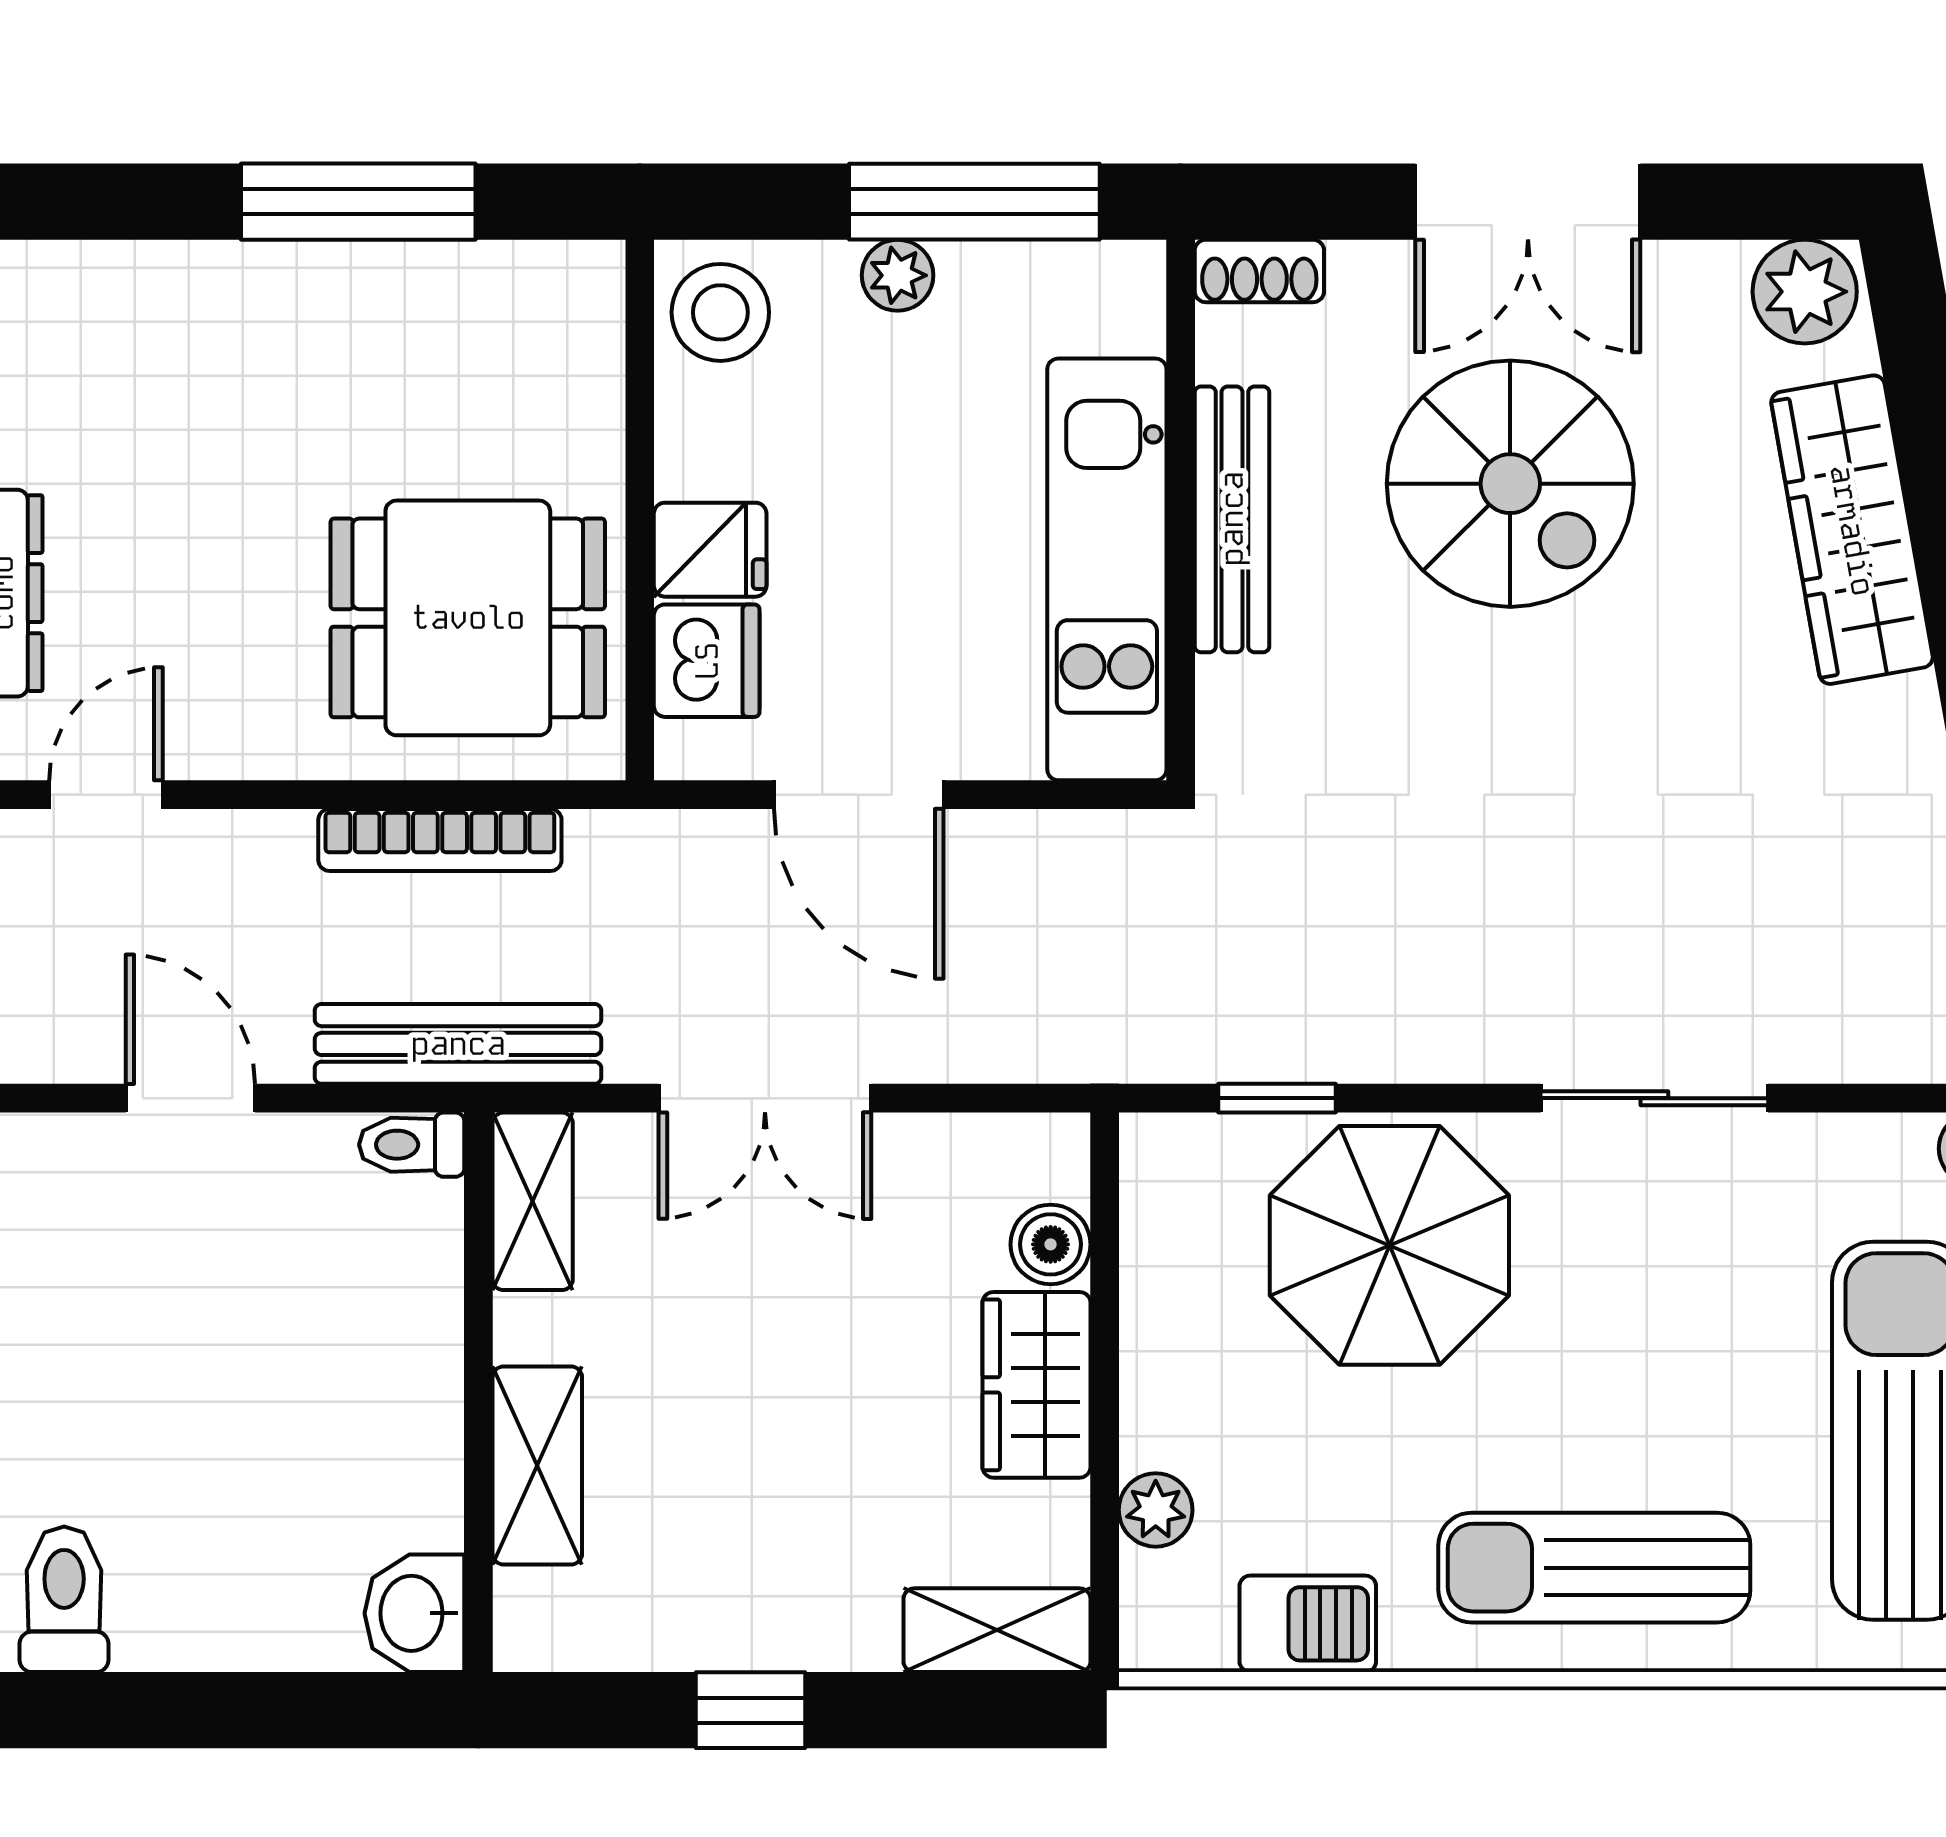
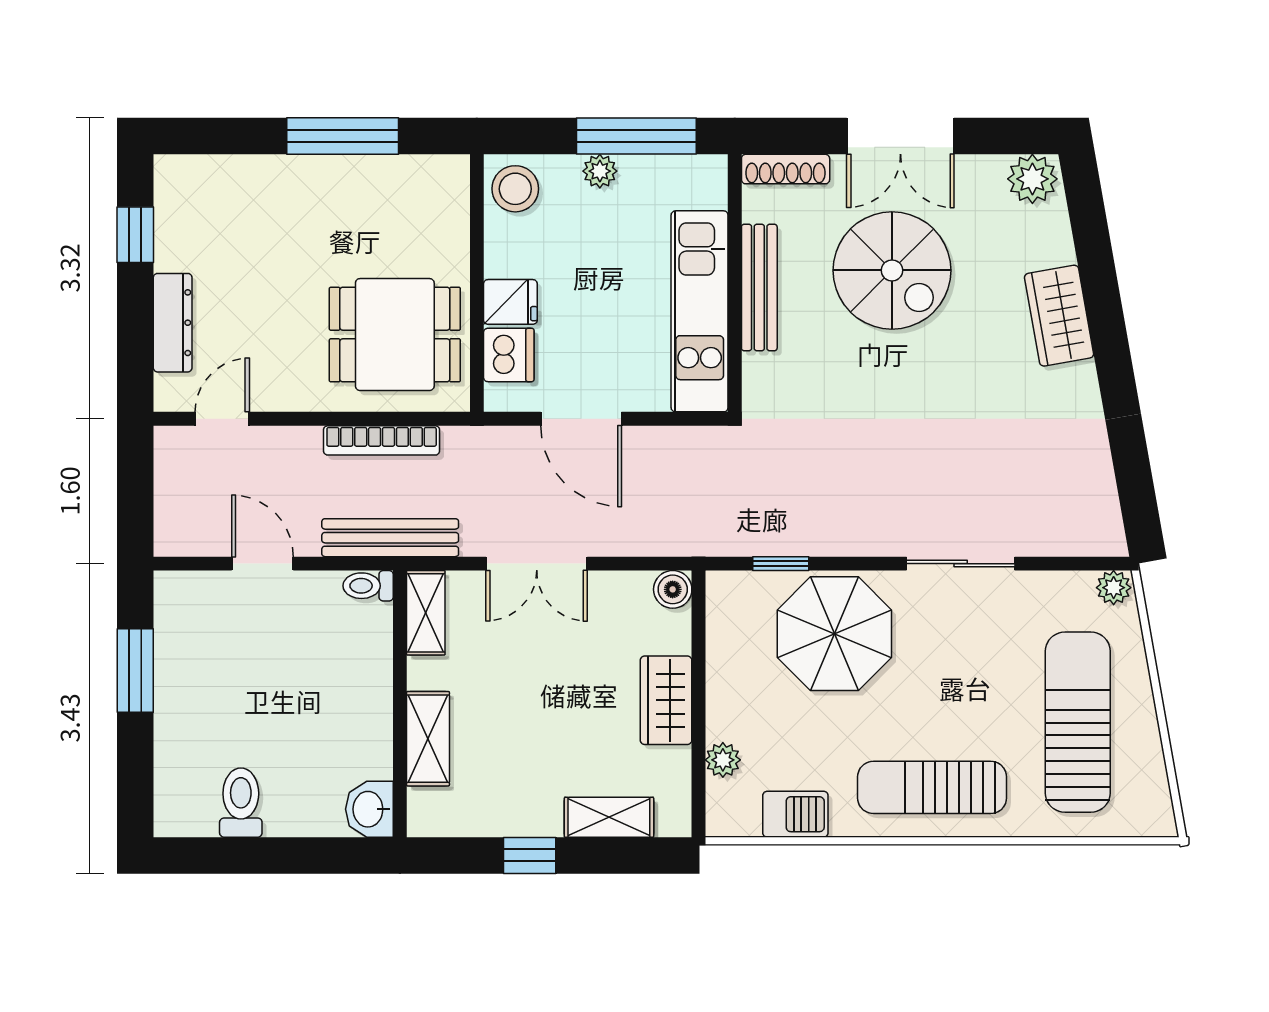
shoe rack: (1259, 271) -> (786, 169), width x1.43
wardrobe: (1852, 530) -> (1059, 316), width x0.67
boiler: (1051, 1244) -> (673, 589), moved
toilet: (64, 1599) -> (241, 803), moved
shelving: (997, 1630) -> (609, 817), moved

